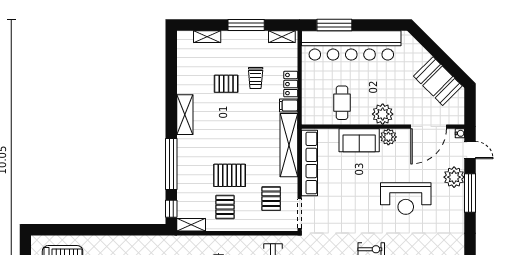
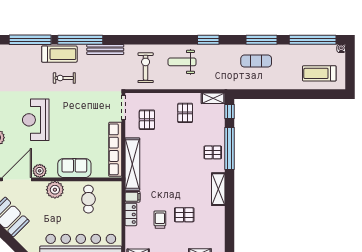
plant: (388, 137) -> (40, 171), moved
pallet: (230, 175) -> (213, 152), moved, width x0.67, depth x0.71
reception desk: (406, 199) -> (36, 120), turned -90

